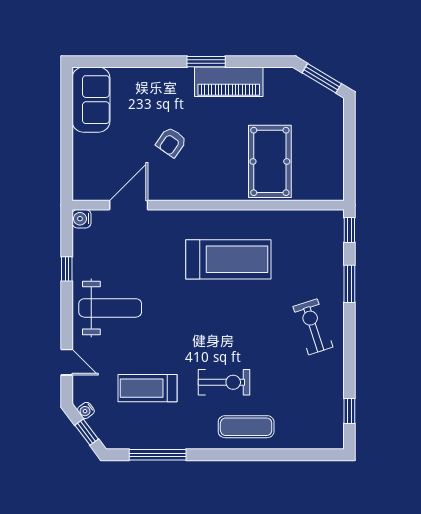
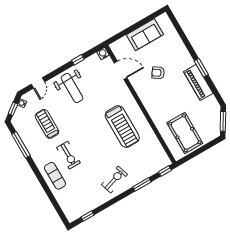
sofa: (91, 100) -> (145, 35), moved
pool table: (270, 161) -> (185, 133), moved, turned 90

